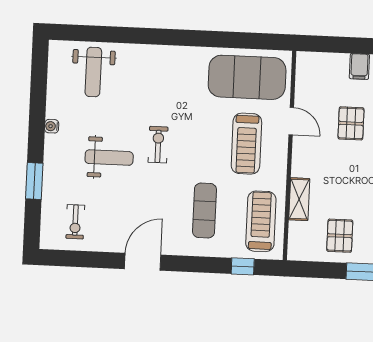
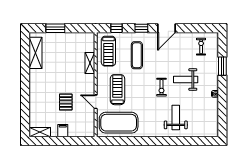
weight bench: (93, 72) -> (176, 117), moved
pallet: (340, 236) -> (69, 46), removed
window: (193, 264) -> (141, 28), added

